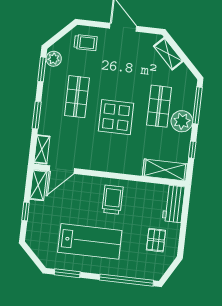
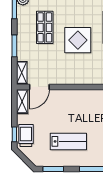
trolley: (113, 200) -> (26, 136), moved
window: (25, 211) -> (14, 134), moved
lab bench: (90, 241) -> (68, 141), width x0.73, depth x0.72

